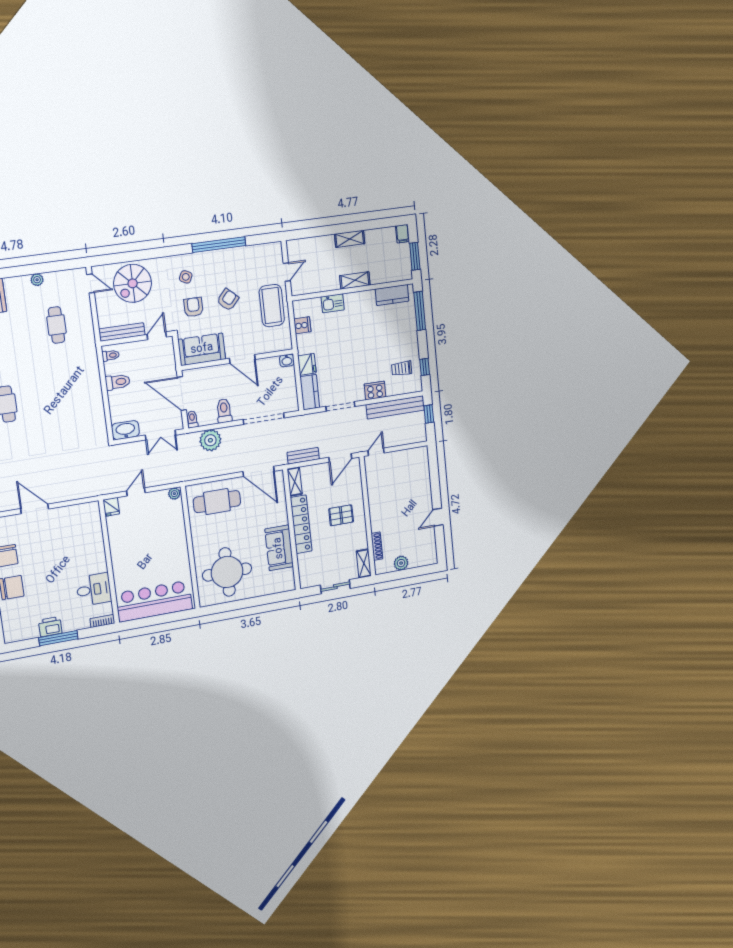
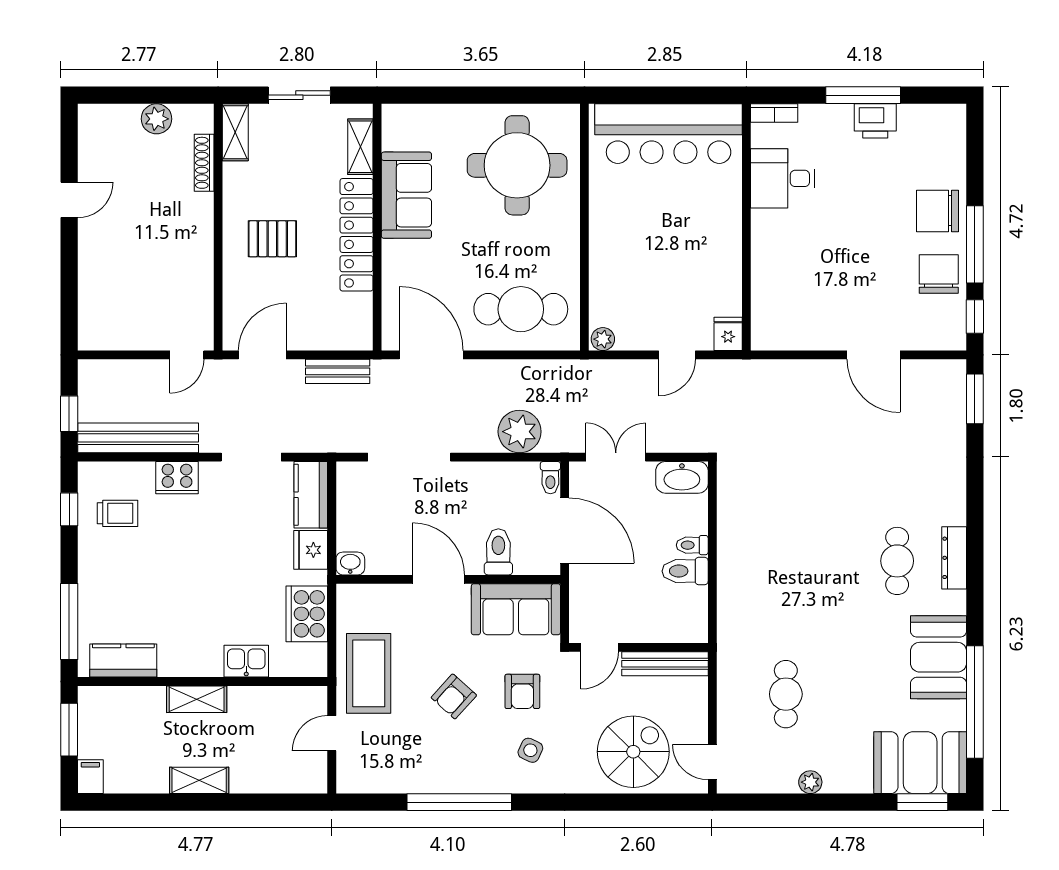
cooker: (302, 325) -> (307, 614), width x1.87, depth x1.31
toilet: (111, 355) -> (692, 545), moved
toilet: (224, 411) -> (498, 552), moved, turned 180
shelving: (295, 482) -> (360, 147), moved

